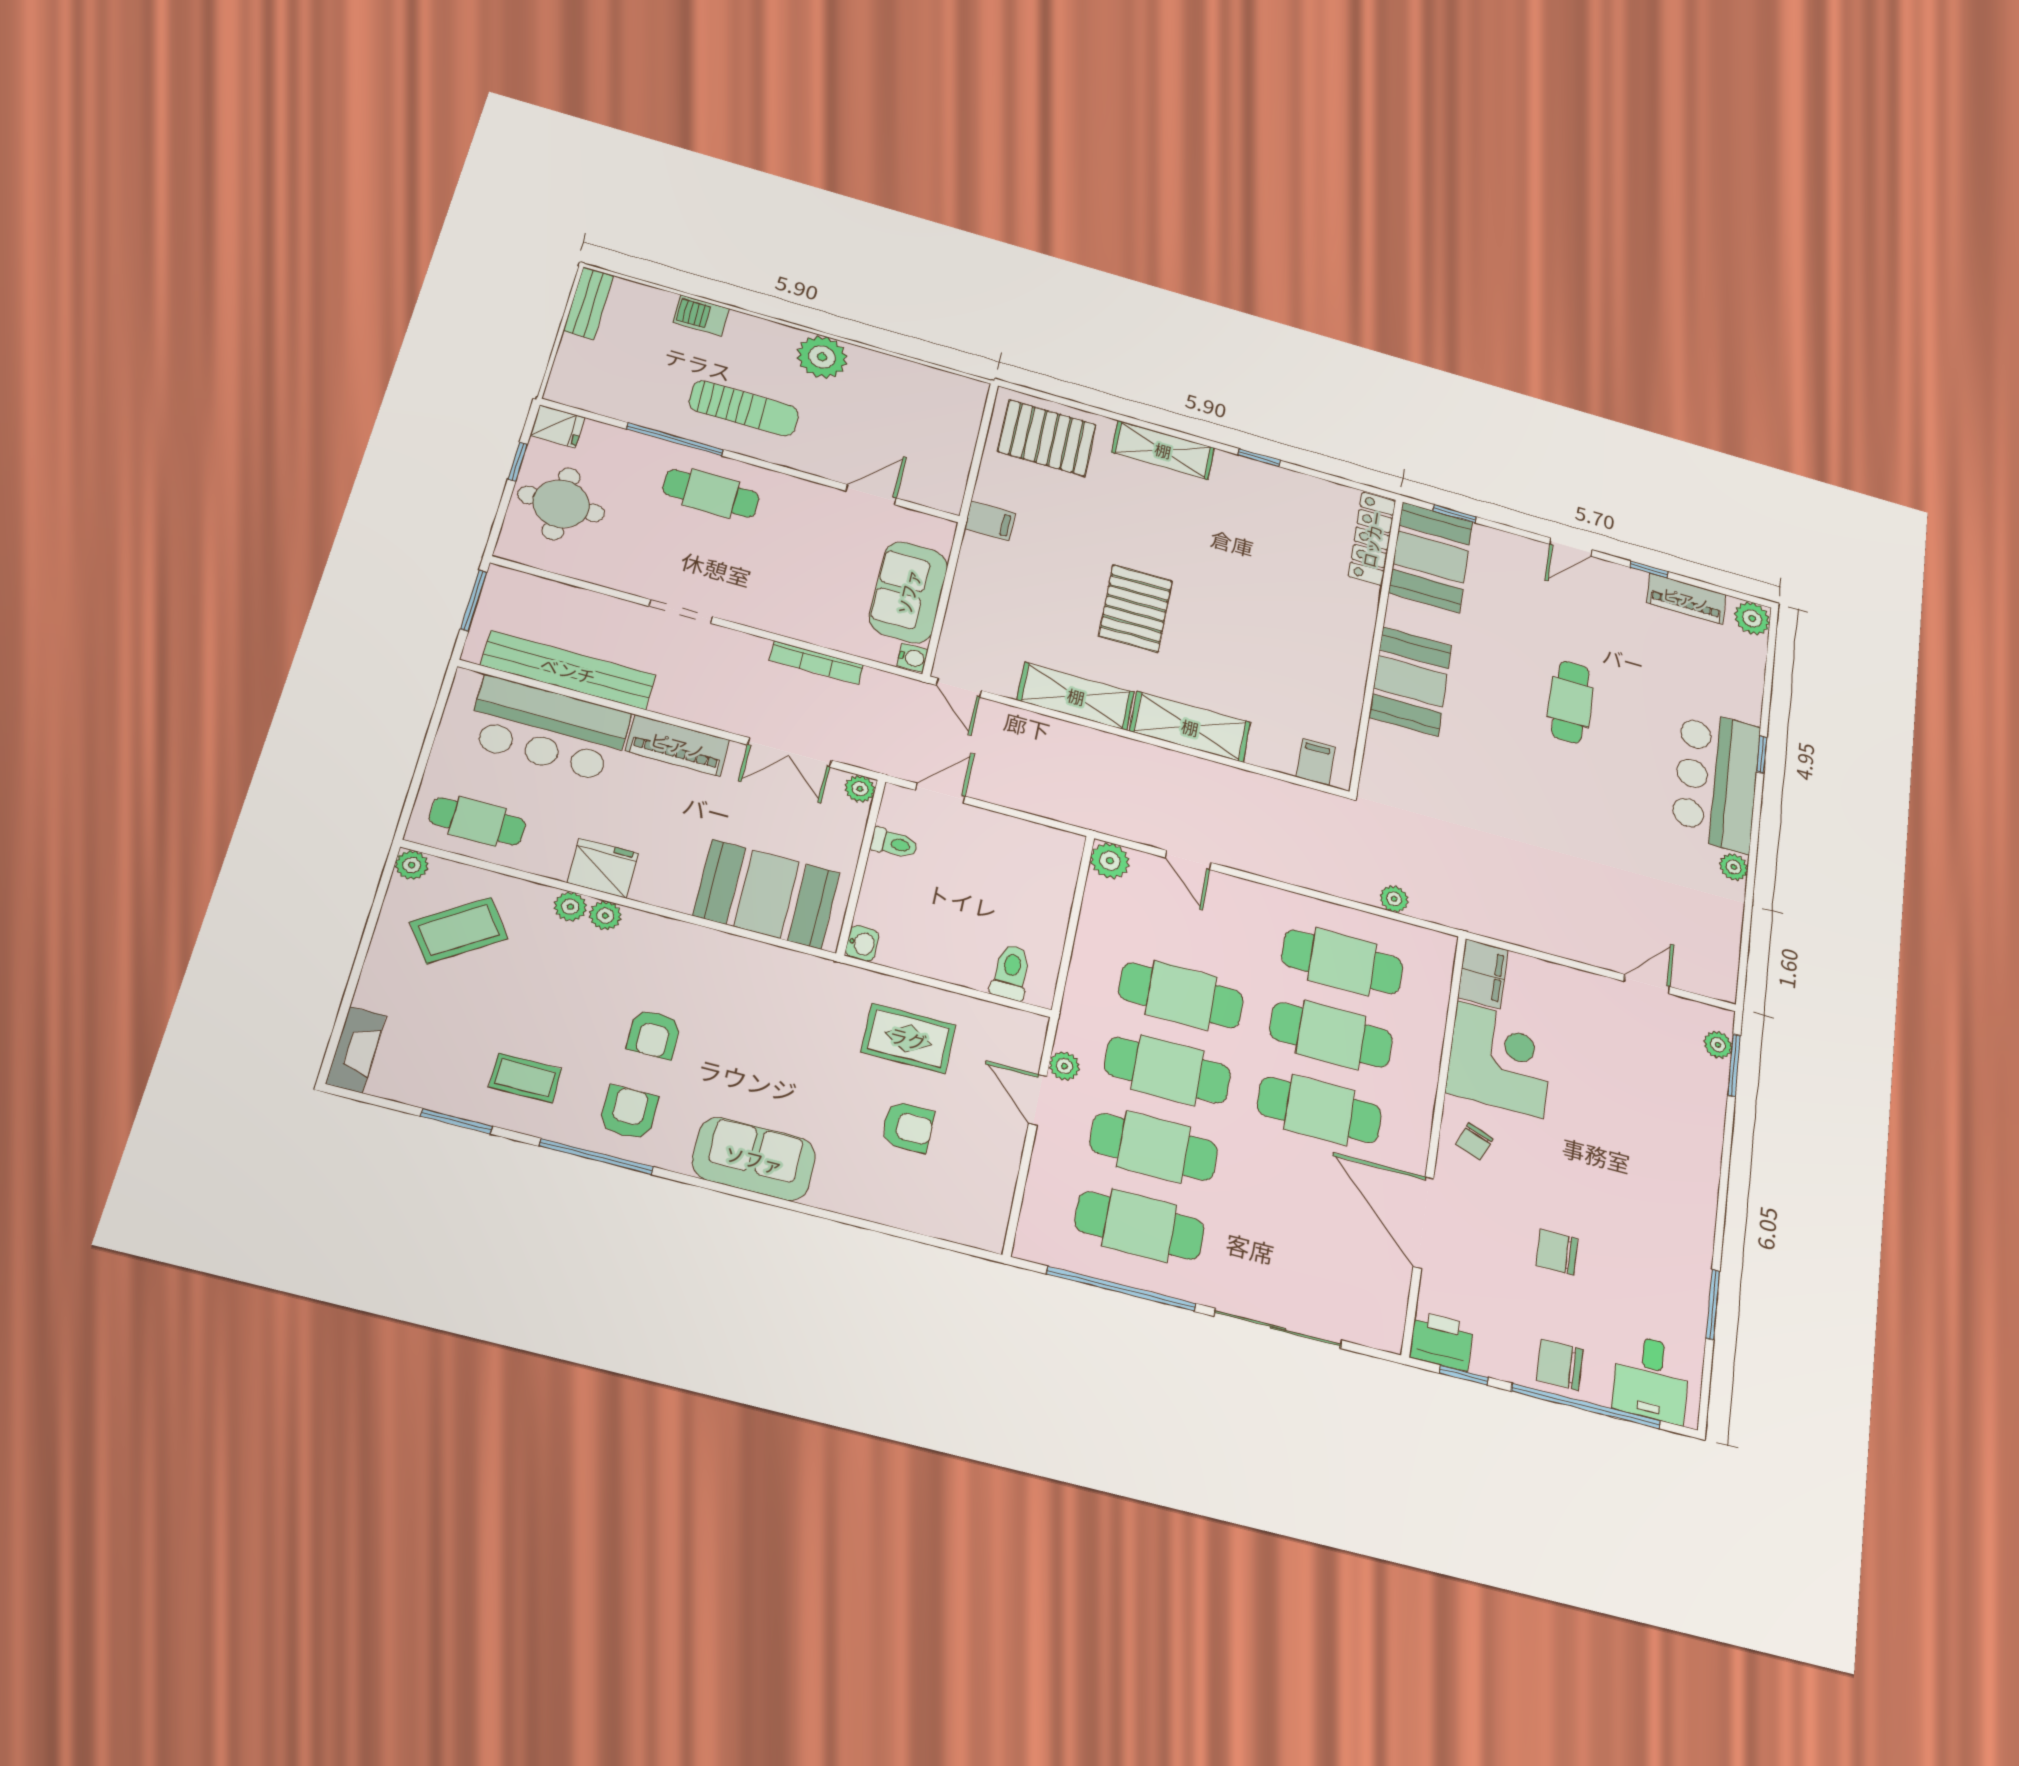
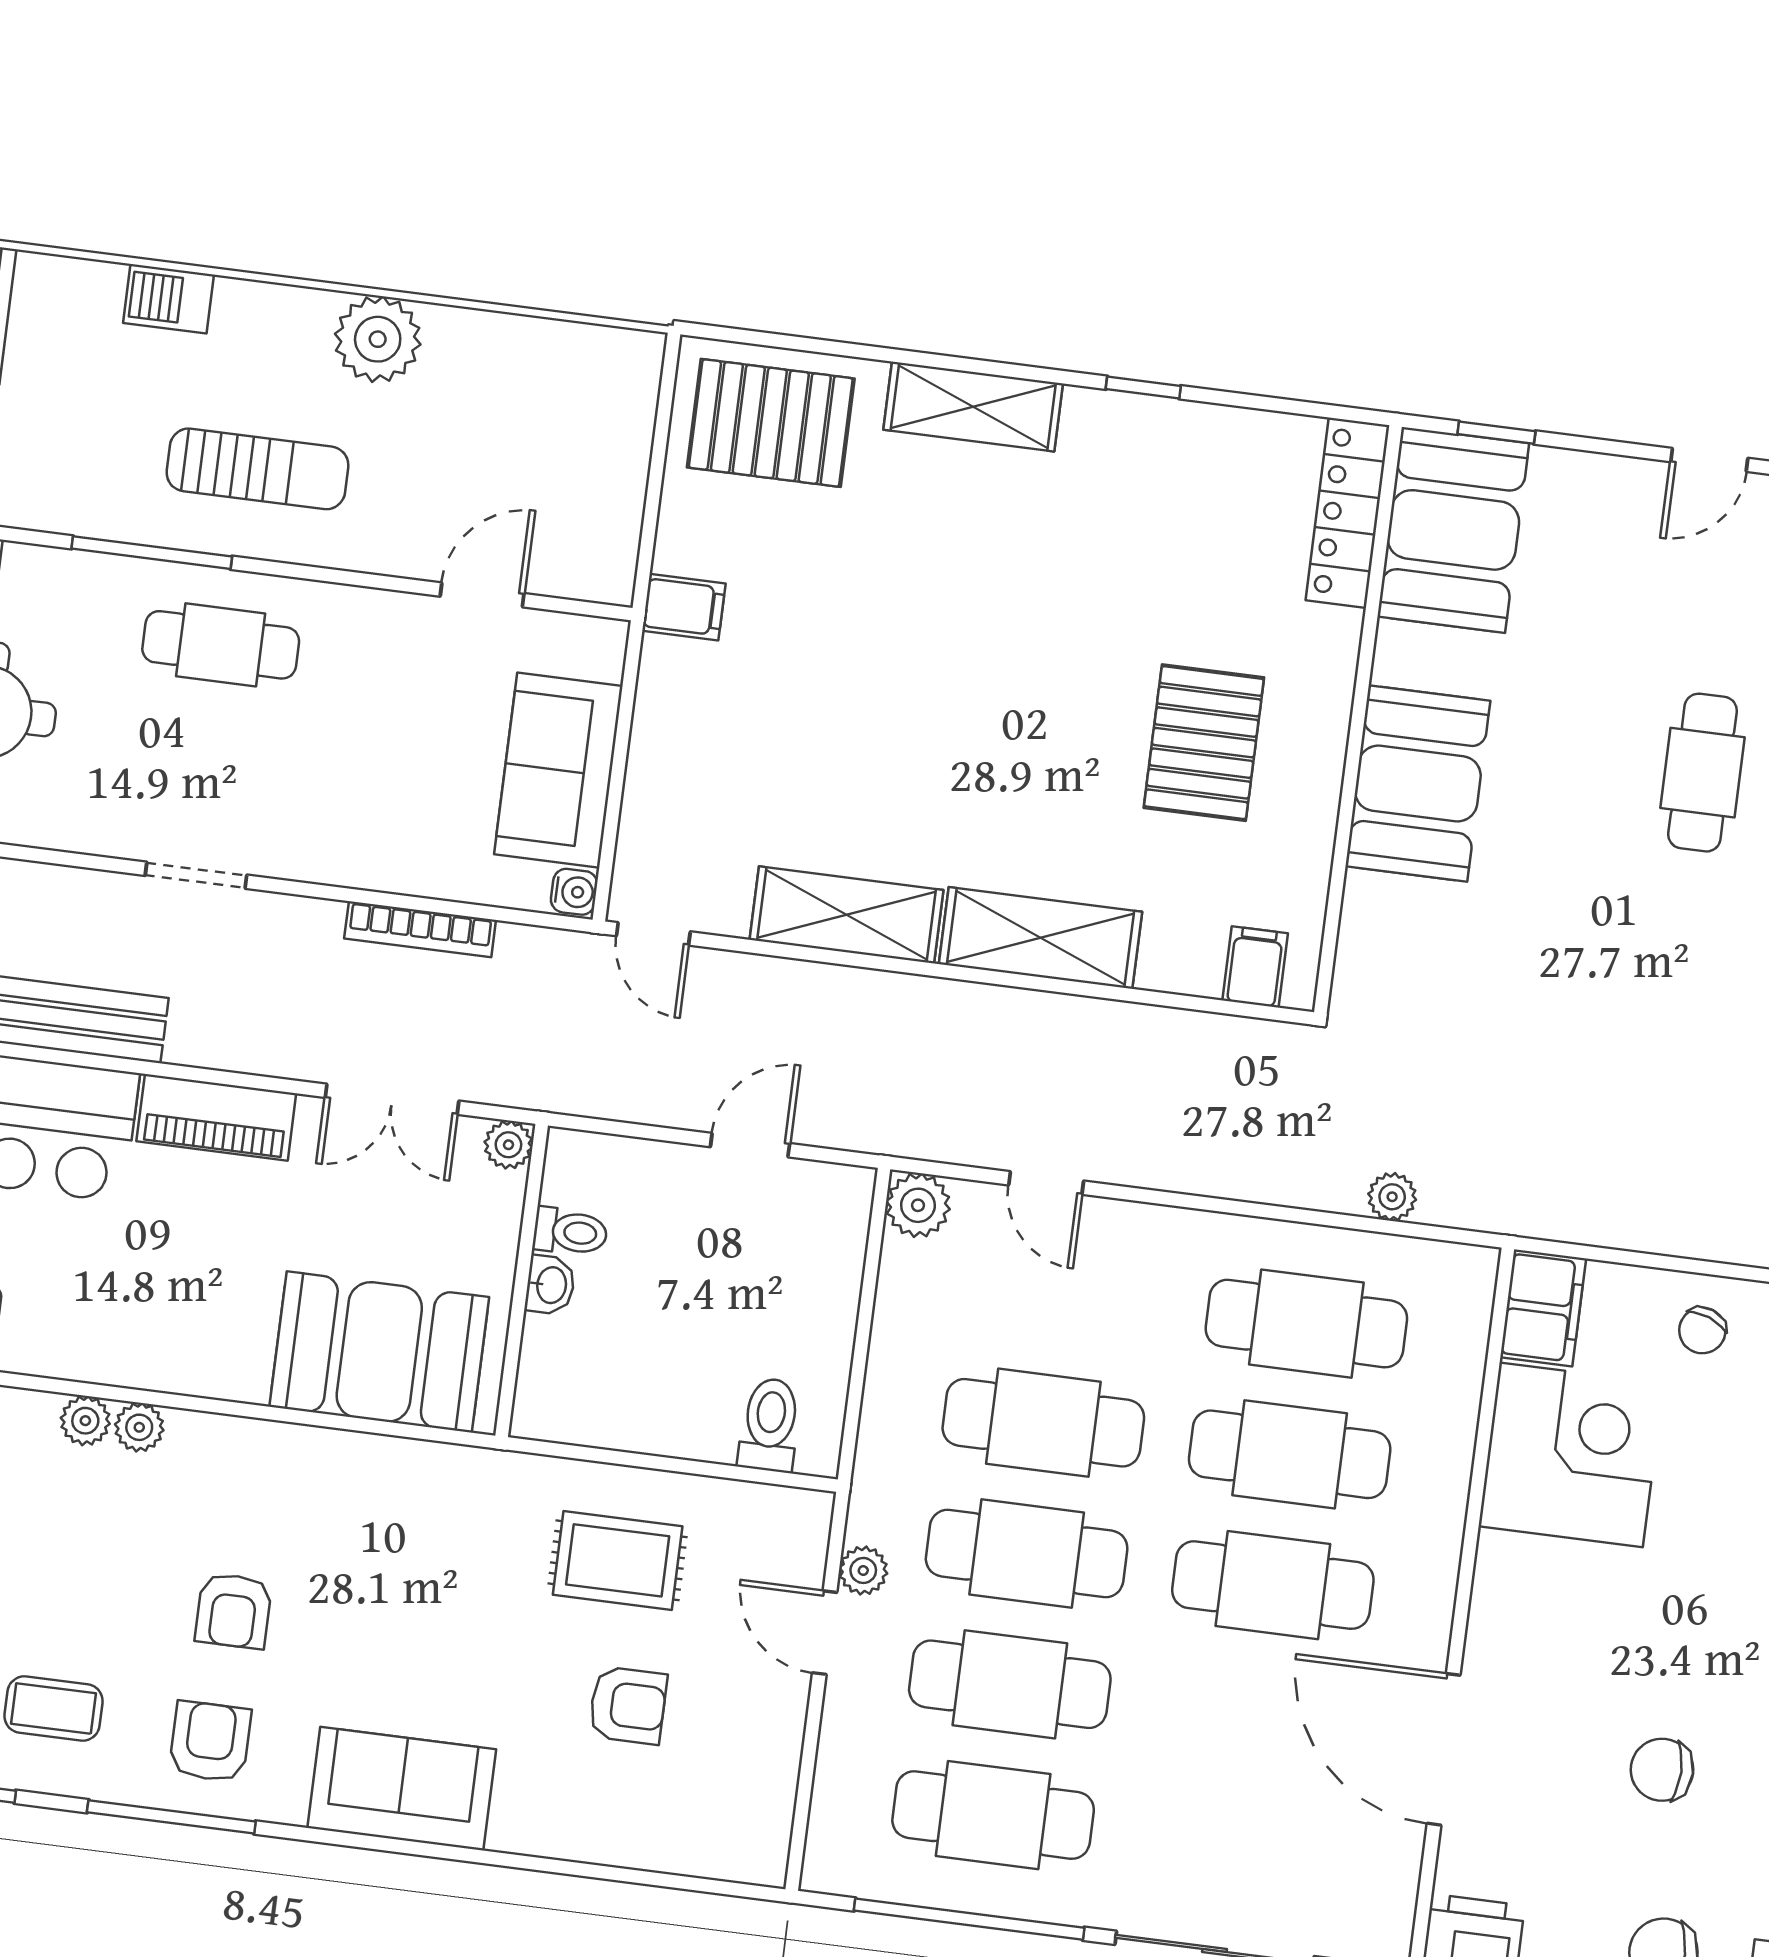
pallet: (1135, 608) -> (1204, 743), moved
door: (940, 793) -> (750, 1145), moved
fridge: (603, 868) -> (126, 1348), removed
washbasin: (862, 943) -> (550, 1285), moved
chair: (1474, 1141) -> (1702, 1330), moved

